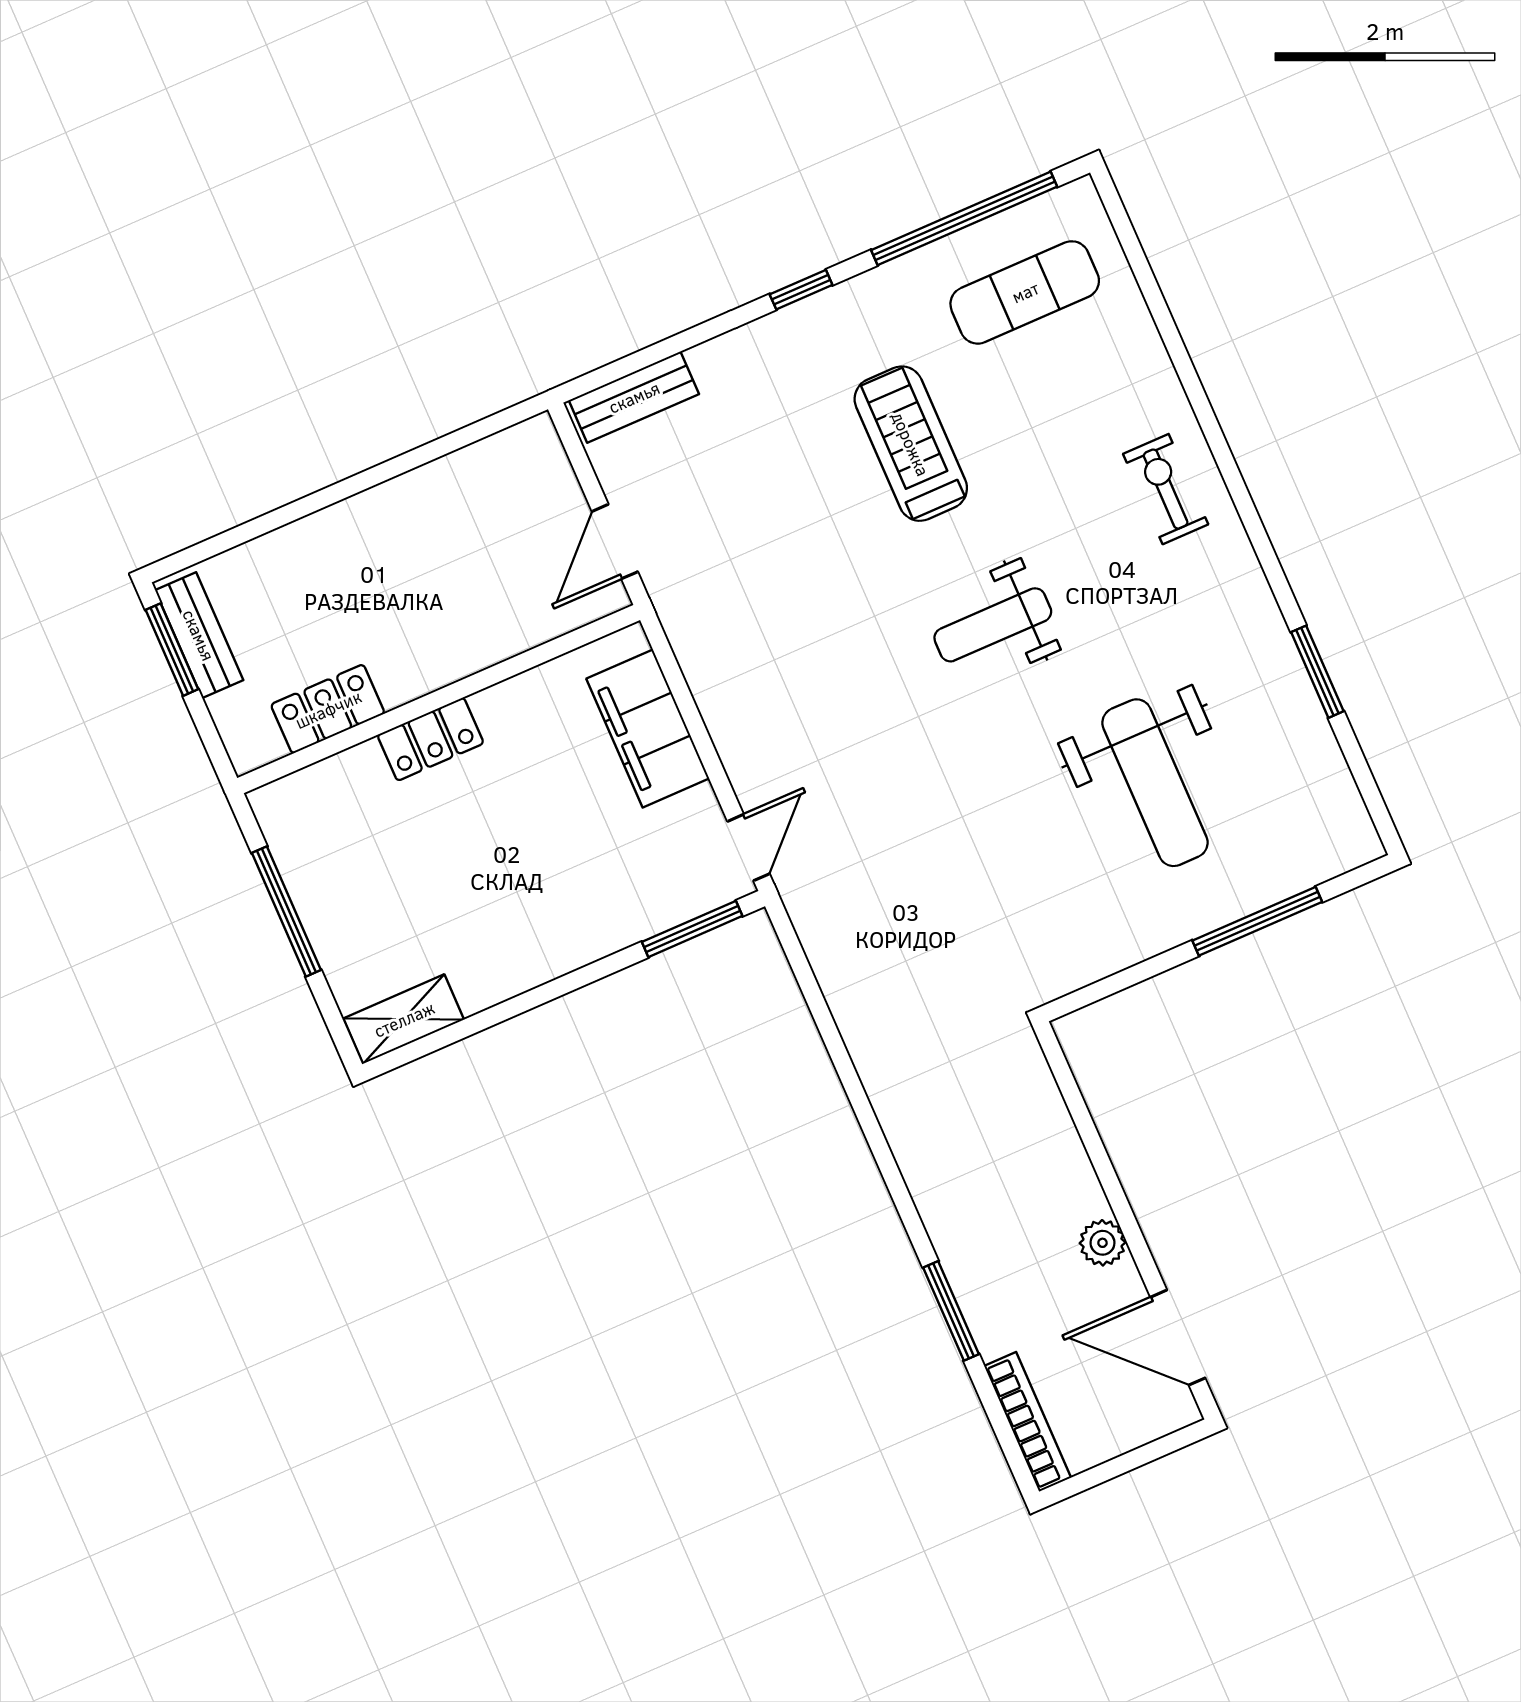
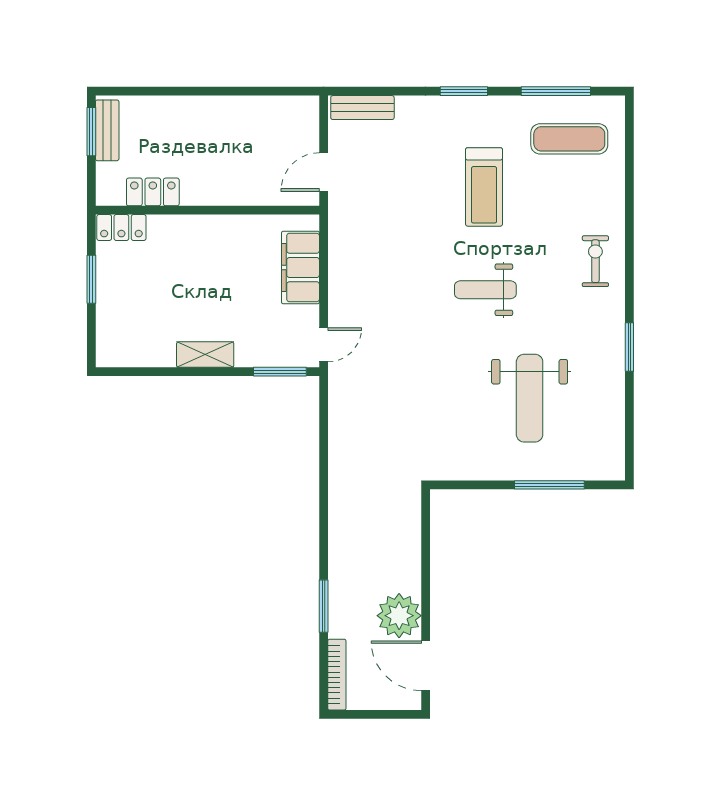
window: (964, 218) -> (556, 91), width x0.68
window: (801, 290) -> (464, 91), width x1.50
treadmill: (911, 444) -> (484, 187), turned 180
window: (1317, 672) -> (629, 347), moved
locker: (430, 739) -> (121, 228), moved
window: (286, 911) -> (91, 279), width x0.69
shelving: (404, 1019) -> (205, 355), moved
plant: (1102, 1243) -> (399, 616), width x1.87, depth x1.87

